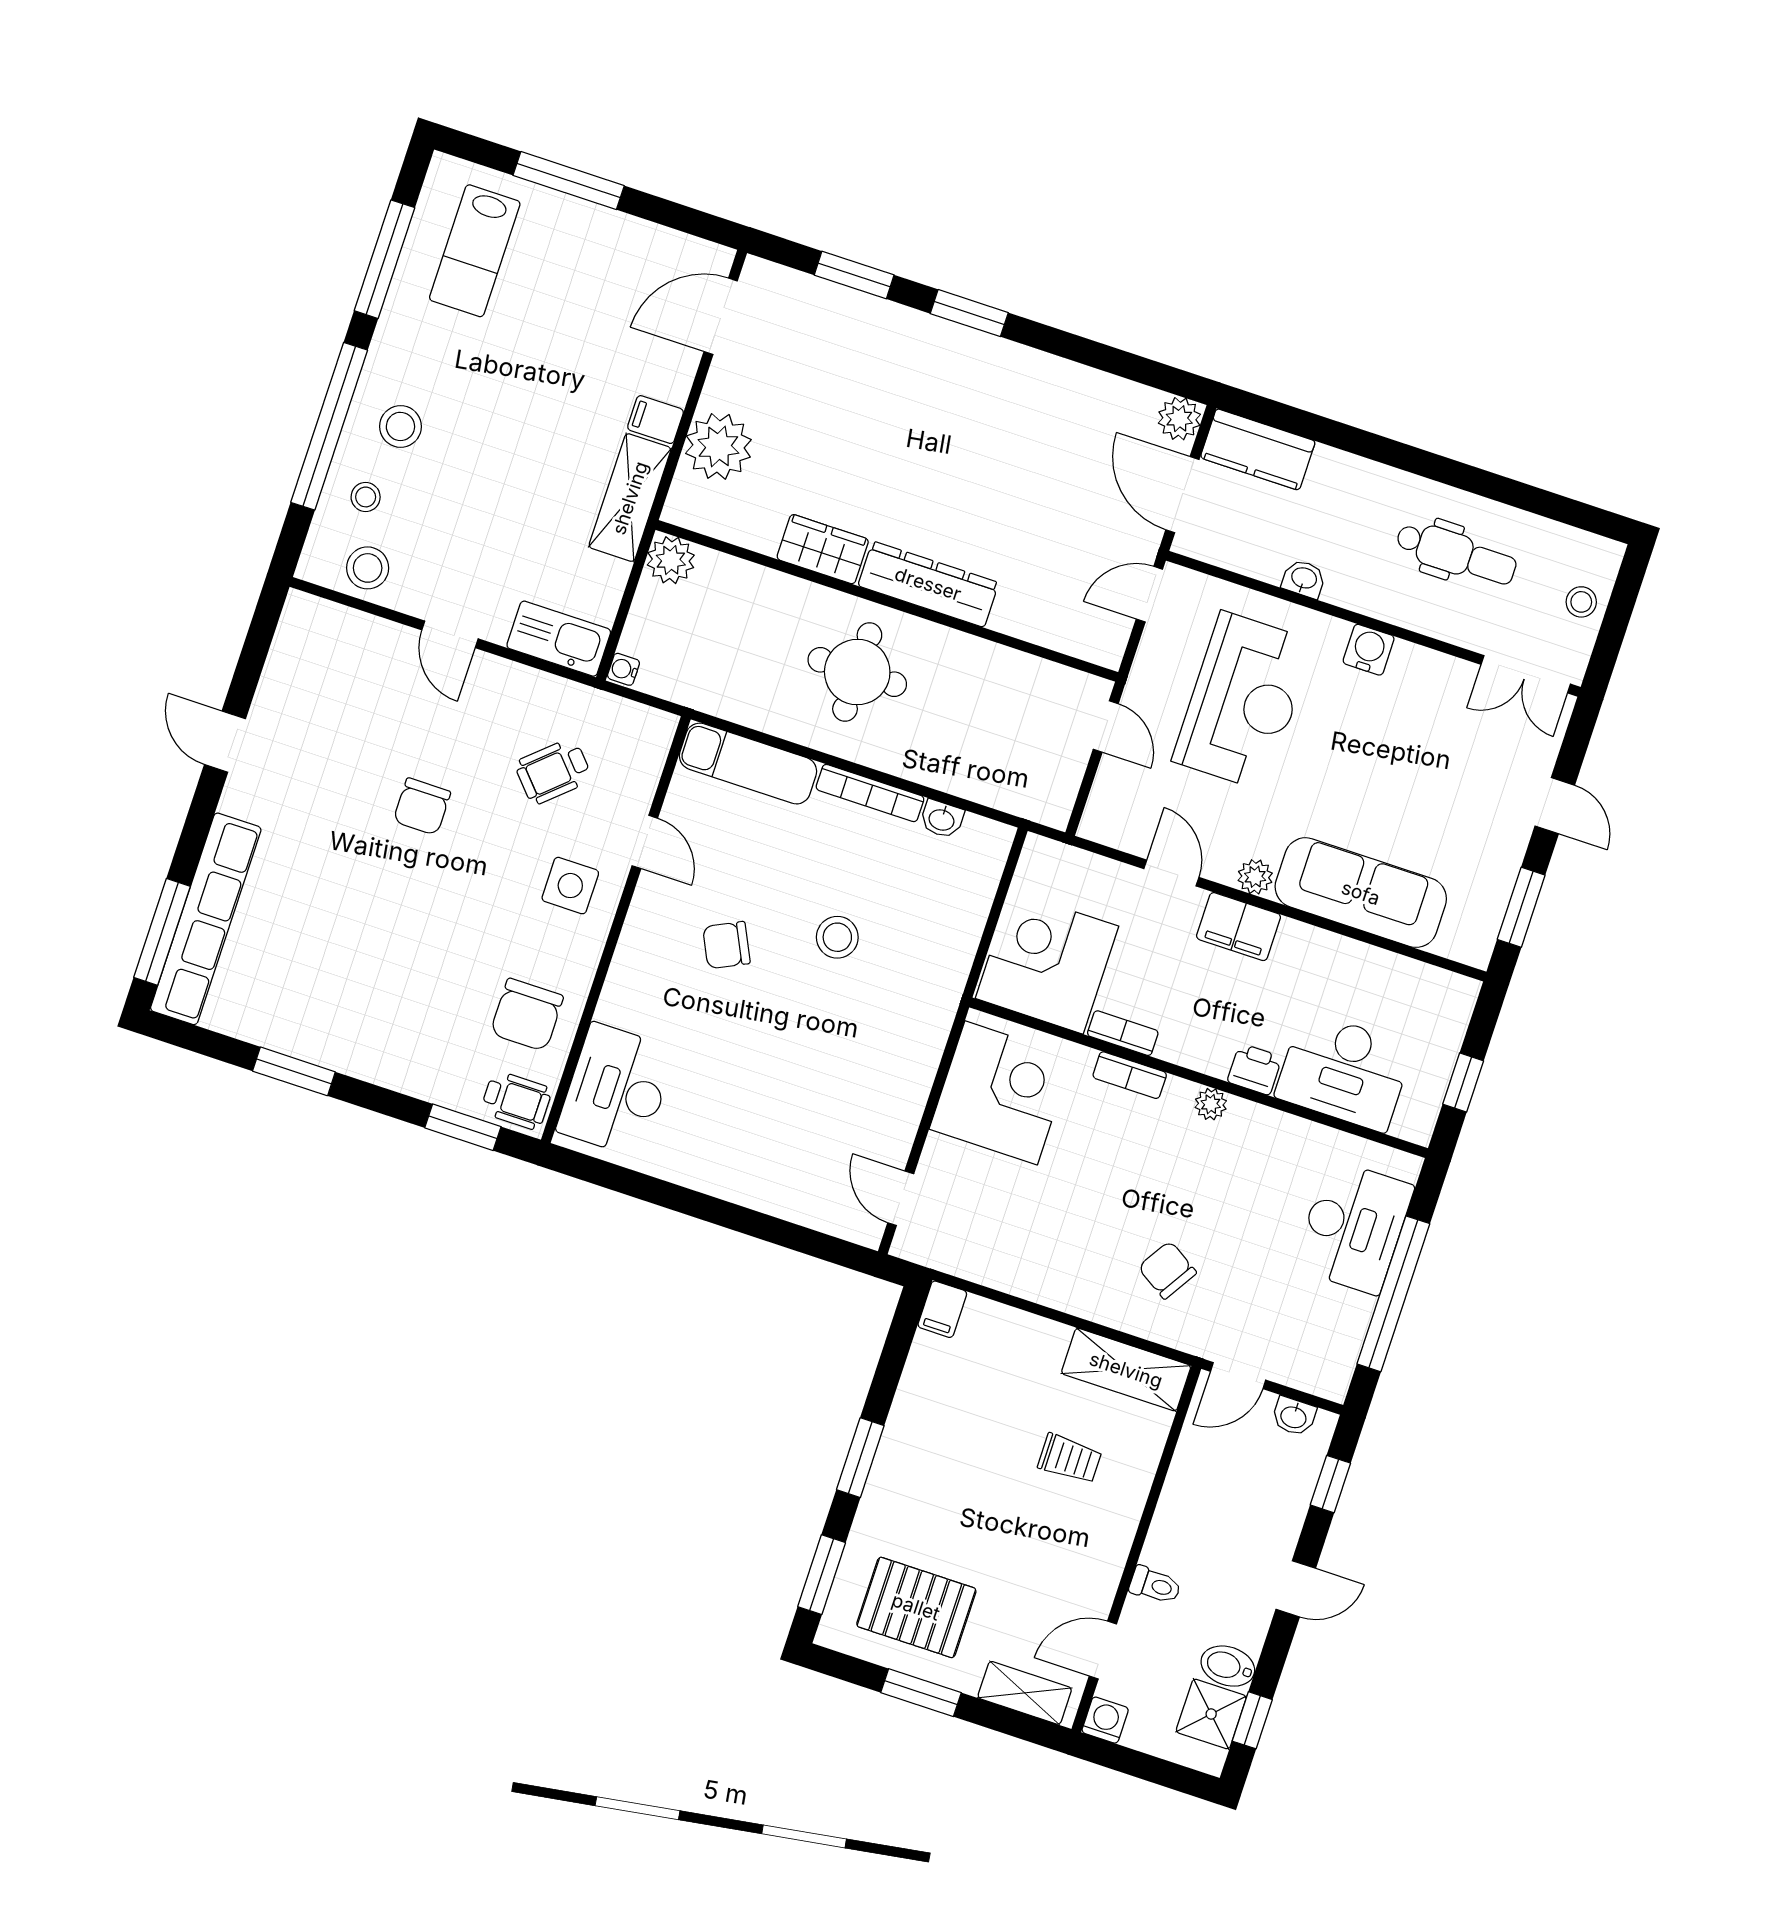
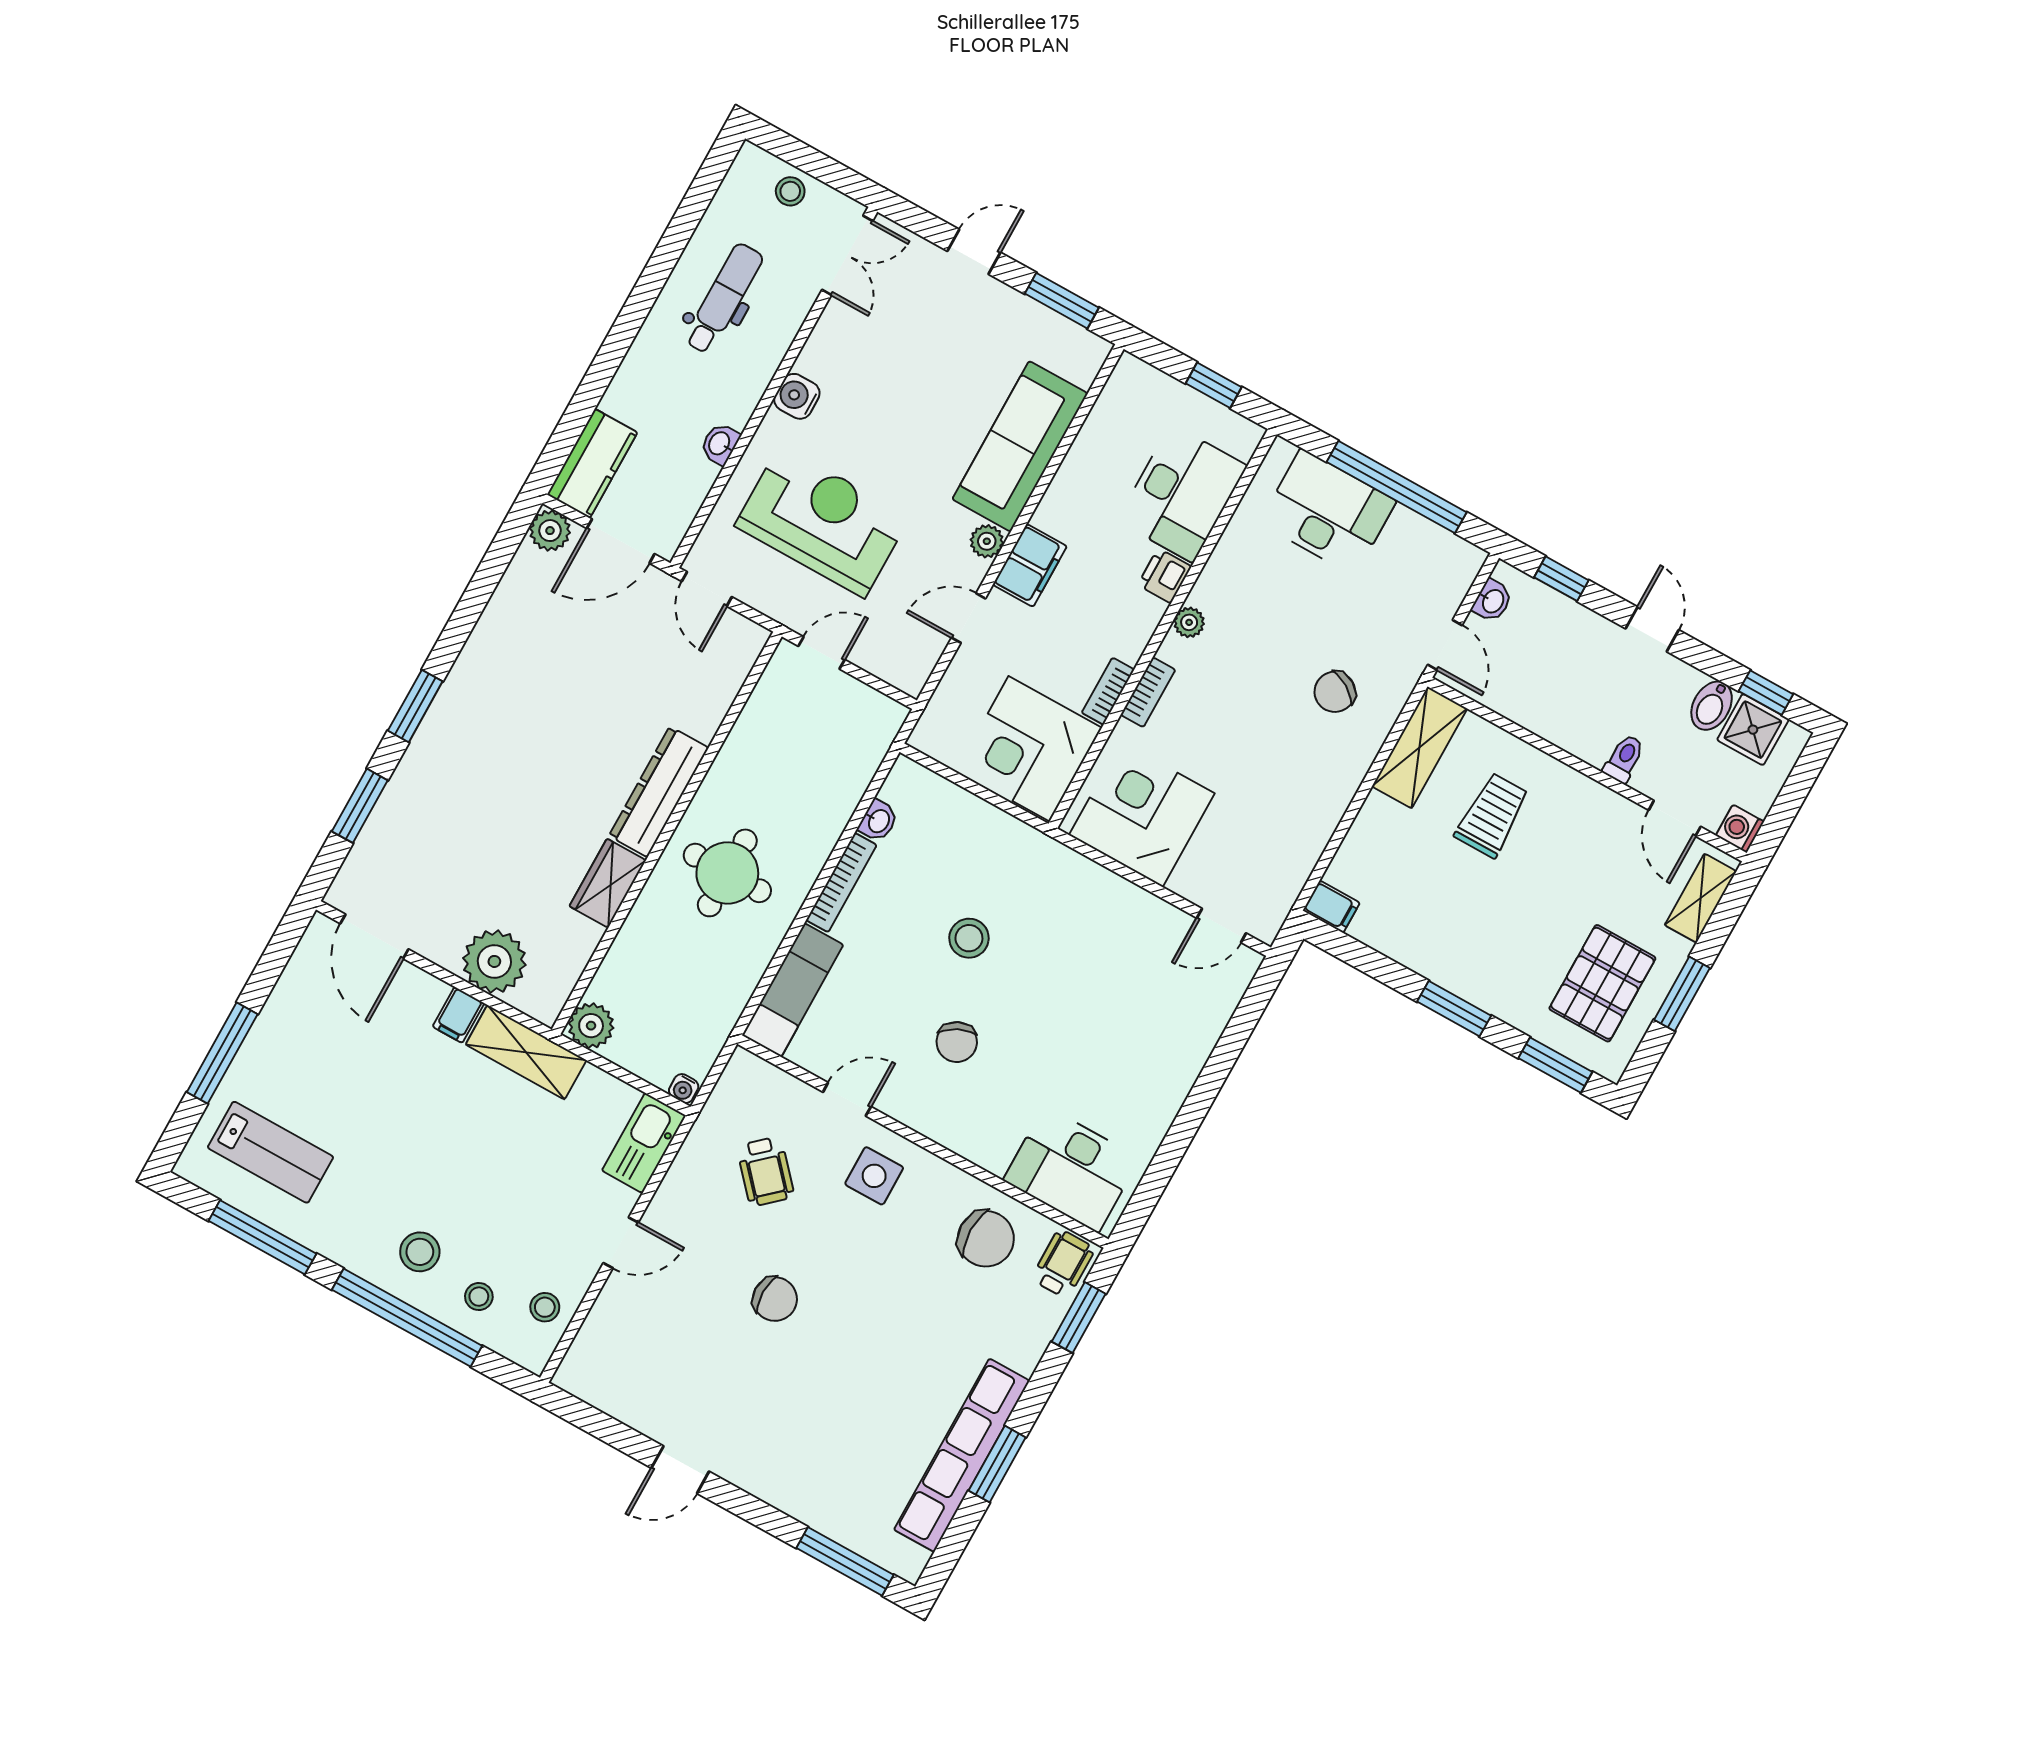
stool: (368, 568) -> (545, 1307), width x0.73, depth x0.73
row of seats: (206, 919) -> (962, 1455), moved, turned -90
trolley: (1070, 1459) -> (1492, 815), width x1.36, depth x1.39

